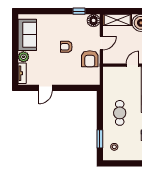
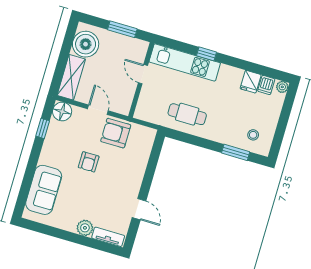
sofa: (27, 35) -> (44, 190), moved, turned 90
armchair: (90, 59) -> (116, 133), turned 180
cafe table: (120, 113) -> (187, 114), moved

